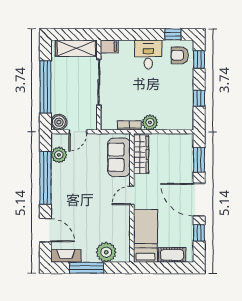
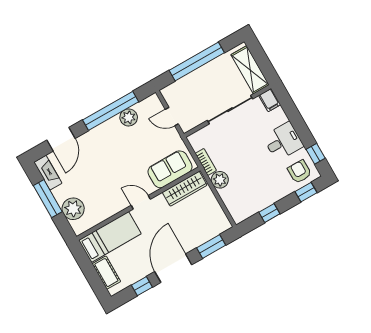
boiler: (59, 122) -> (171, 93), removed
plant: (59, 155) -> (129, 117), moved

